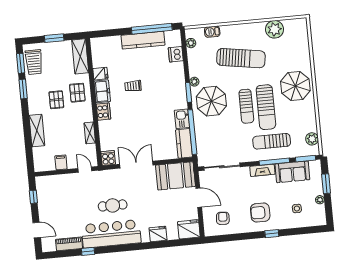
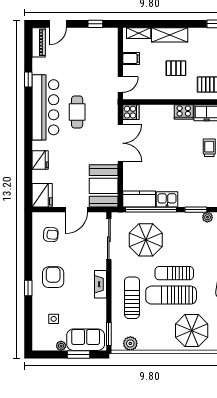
pallet: (56, 100) -> (176, 68), moved
parasol: (211, 101) -> (146, 240), moved
shelving: (90, 133) -> (139, 33), moved
window: (274, 162) -> (109, 299), removed
sofa: (292, 172) -> (86, 340), moved, turned 90
piano: (69, 244) -> (39, 42), moved

